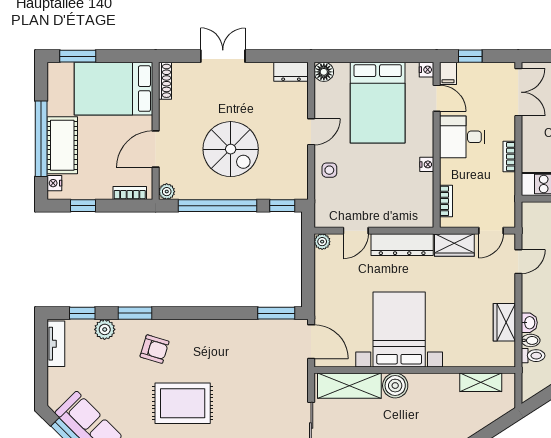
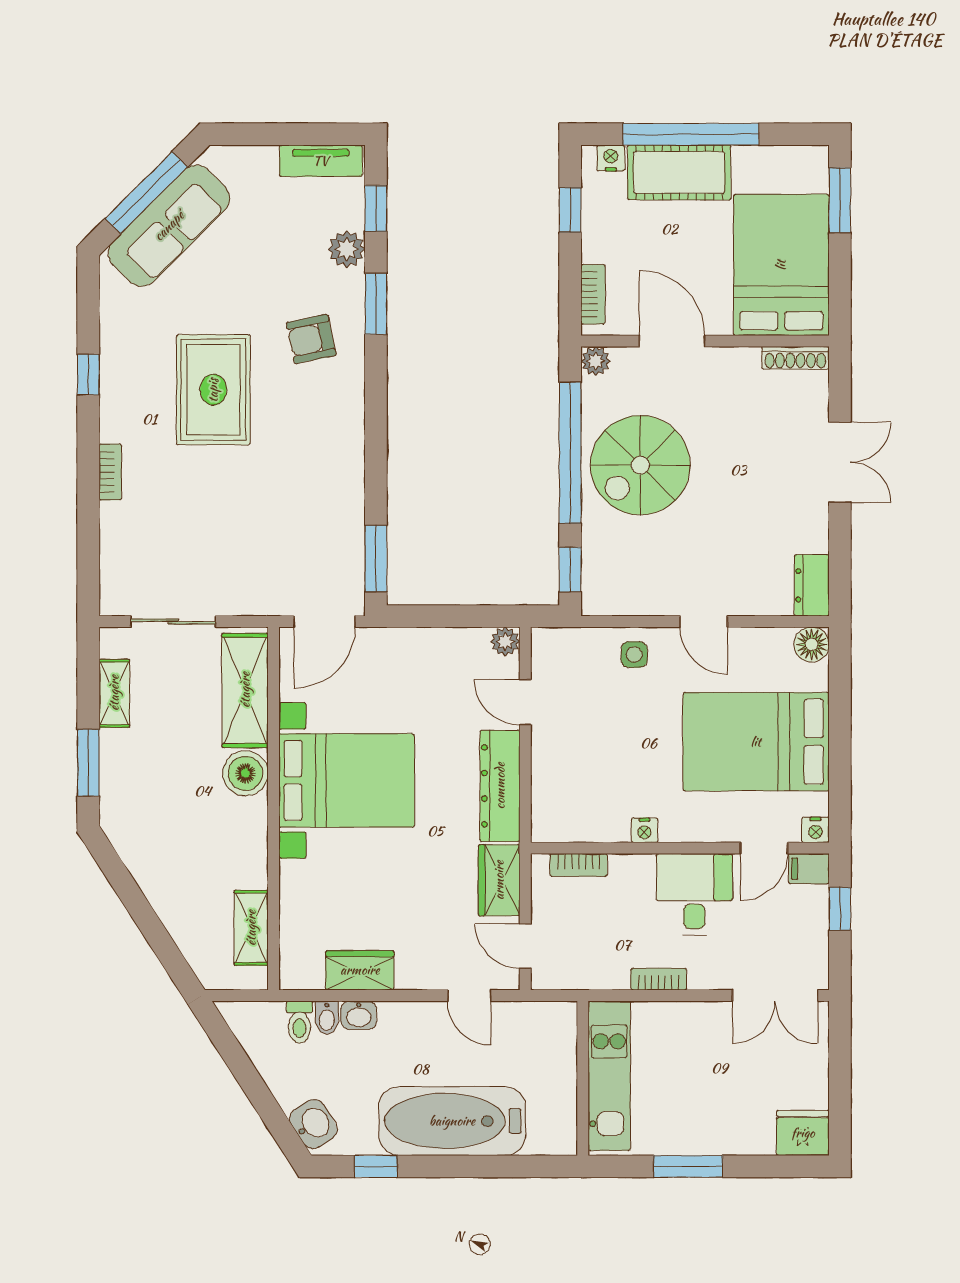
spiral stairs: (231, 149) -> (640, 465), moved
armchair: (155, 349) -> (311, 339), turned 61

